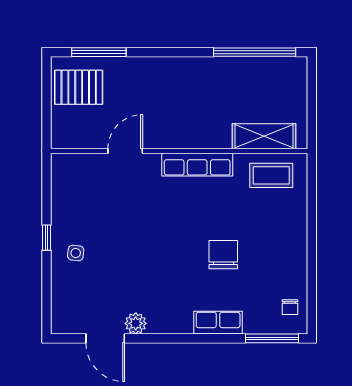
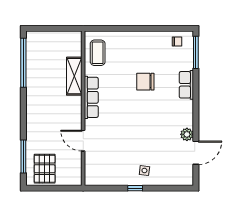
shelving: (264, 136) -> (74, 76), moved

